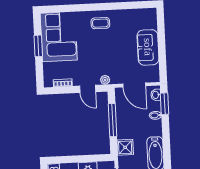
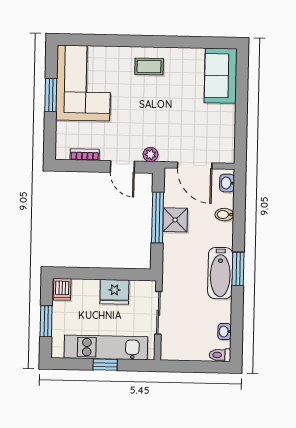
sofa: (148, 47) -> (221, 76), moved
window: (165, 104) -> (238, 269), moved
shower: (125, 147) -> (175, 220), moved

